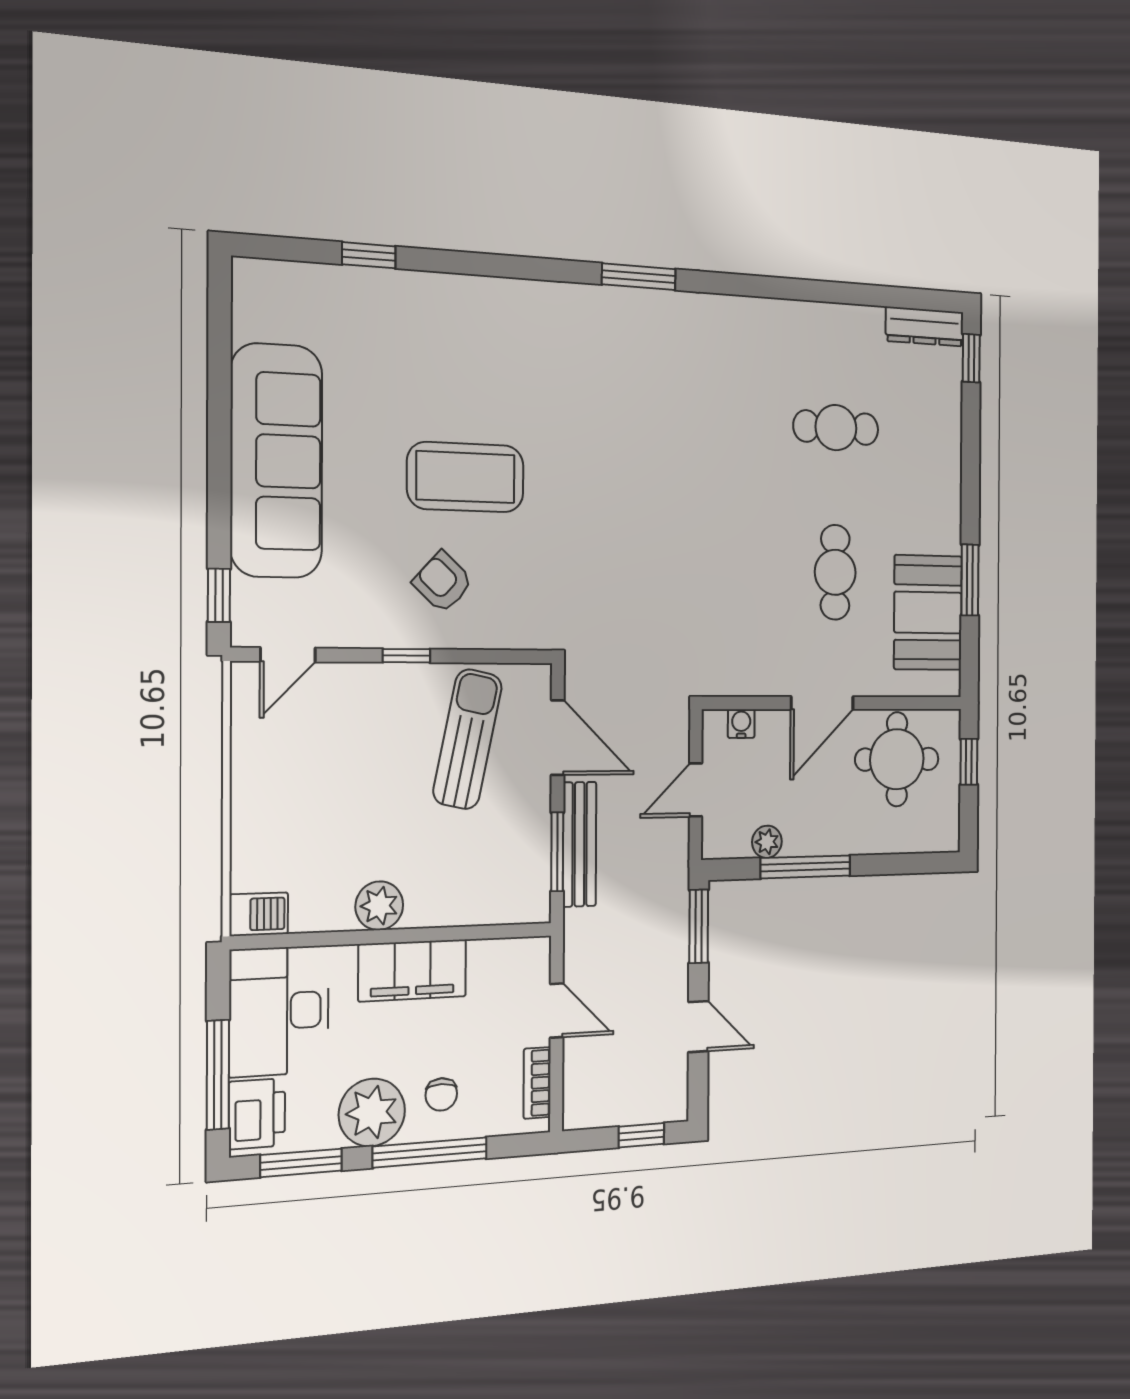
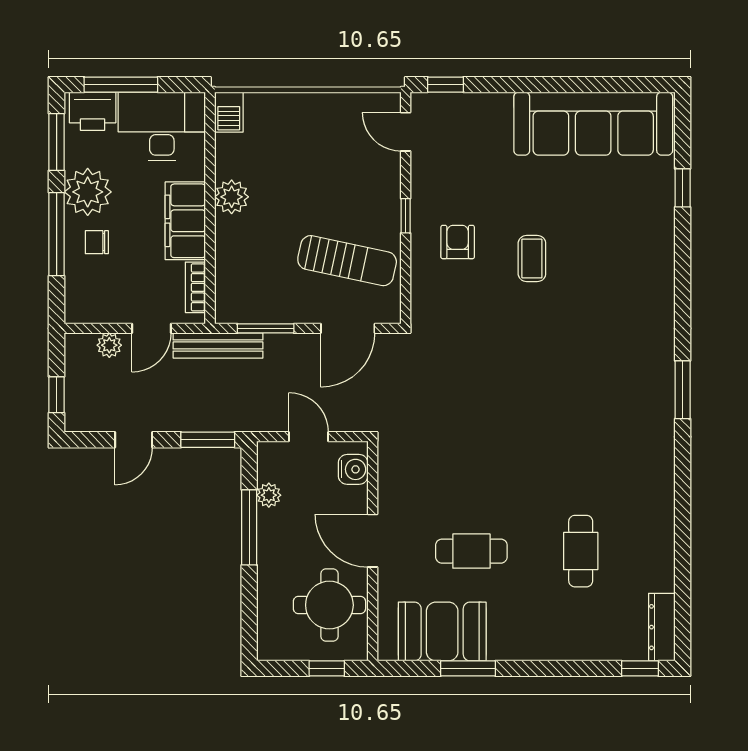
sofa: (276, 461) -> (593, 124), moved
coffee table: (466, 477) -> (532, 259), width x0.54, depth x0.58
armchair: (443, 582) -> (458, 242), turned -43
water cooler: (741, 724) -> (353, 469), width x1.38, depth x1.38
bench: (580, 844) -> (218, 345), moved
plant: (578, 1068) -> (109, 345), added
bookcase: (537, 1083) -> (195, 287), moved, turned -90

